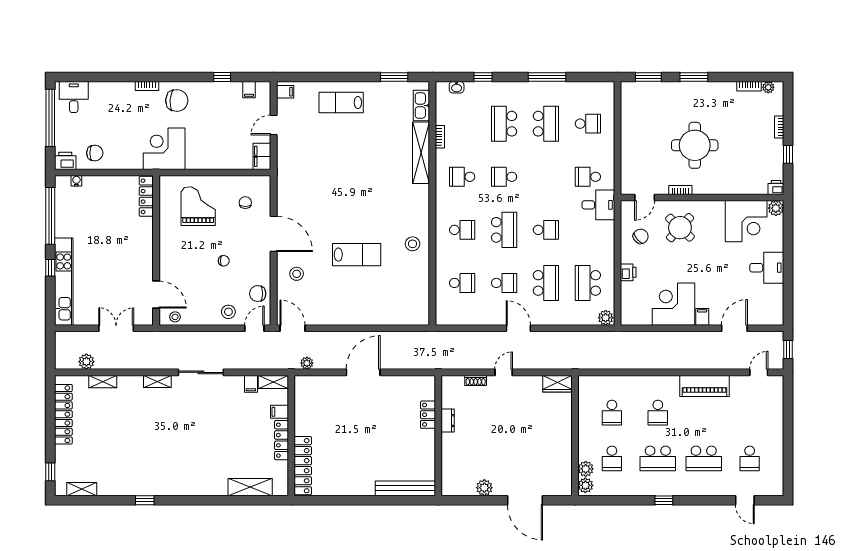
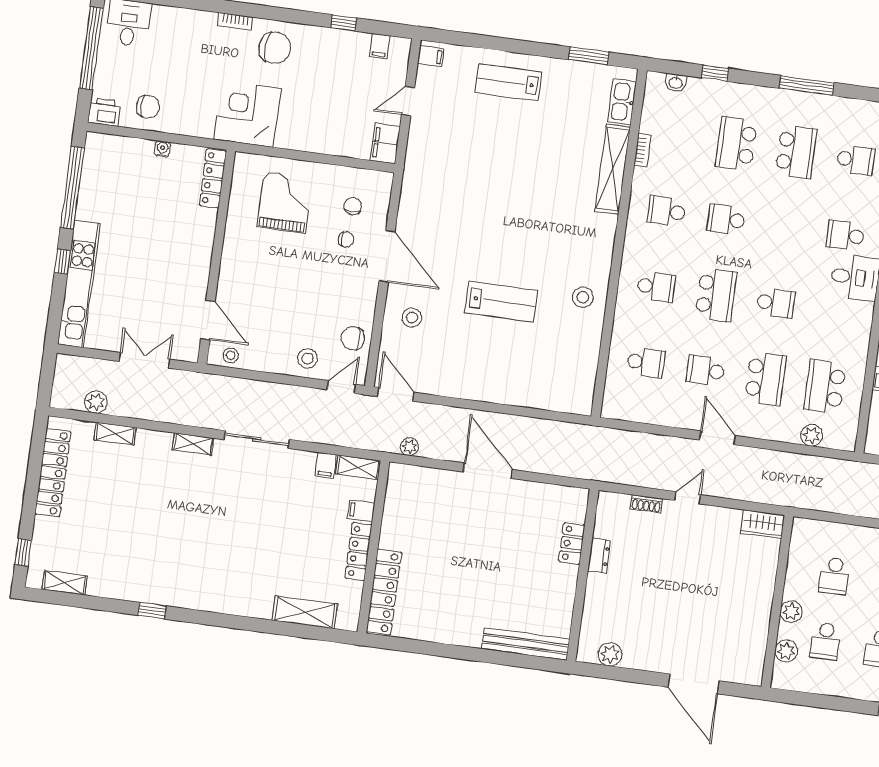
water cooler: (76, 181) -> (162, 149), moved
chair: (224, 261) -> (346, 239), moved
school desk: (504, 283) -> (706, 371), turned 180
plant: (606, 318) -> (812, 435), moved
door: (363, 372) -> (488, 471), hinge flipped
plant: (585, 485) -> (791, 612), moved
plant: (484, 488) -> (610, 654), moved

